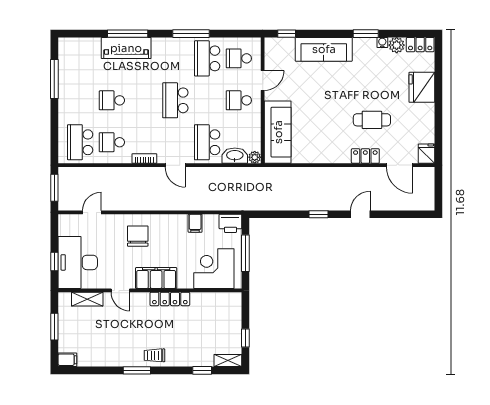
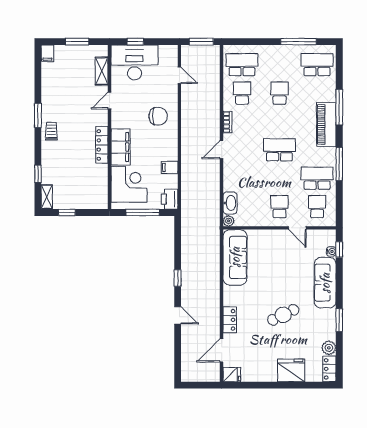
water cooler: (382, 42) -> (331, 252), moved
piano: (126, 48) -> (326, 125), moved
cafe table: (372, 120) -> (283, 315), moved, turned 64
sofa: (278, 132) -> (235, 257), moved, turned -90
school desk: (207, 142) -> (317, 65), moved
filing cabinet: (156, 278) -> (121, 147), moved

